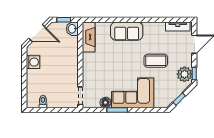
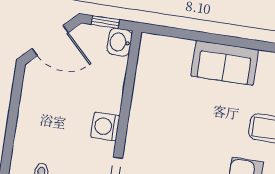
fireplace: (89, 37) -> (149, 63), removed
washing machine: (33, 62) -> (105, 127), moved, turned 180

